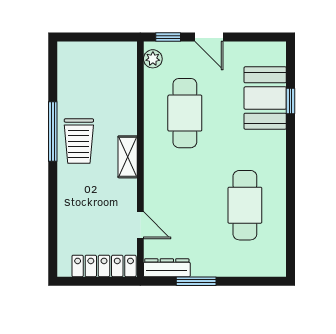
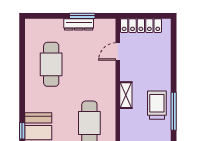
door: (140, 225) -> (118, 52), hinge flipped
dresser: (167, 268) -> (79, 24), moved

